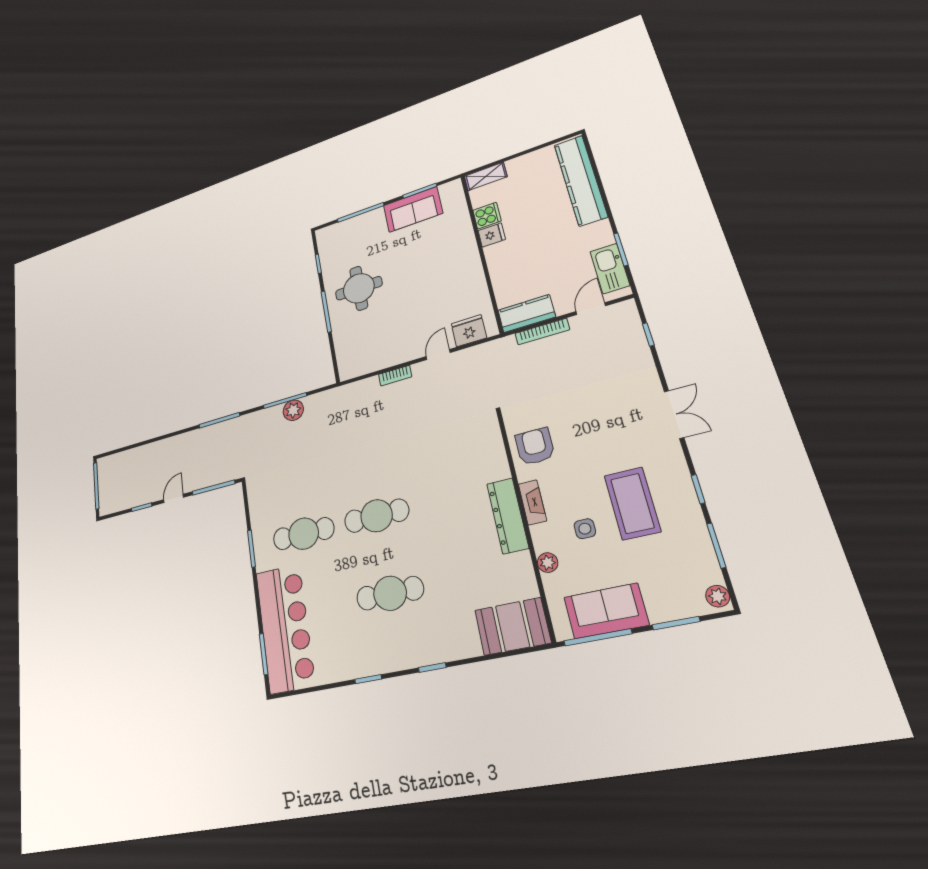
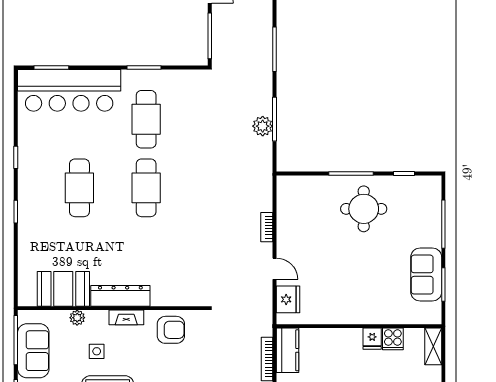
booth: (513, 626) -> (63, 289), moved, turned 90

